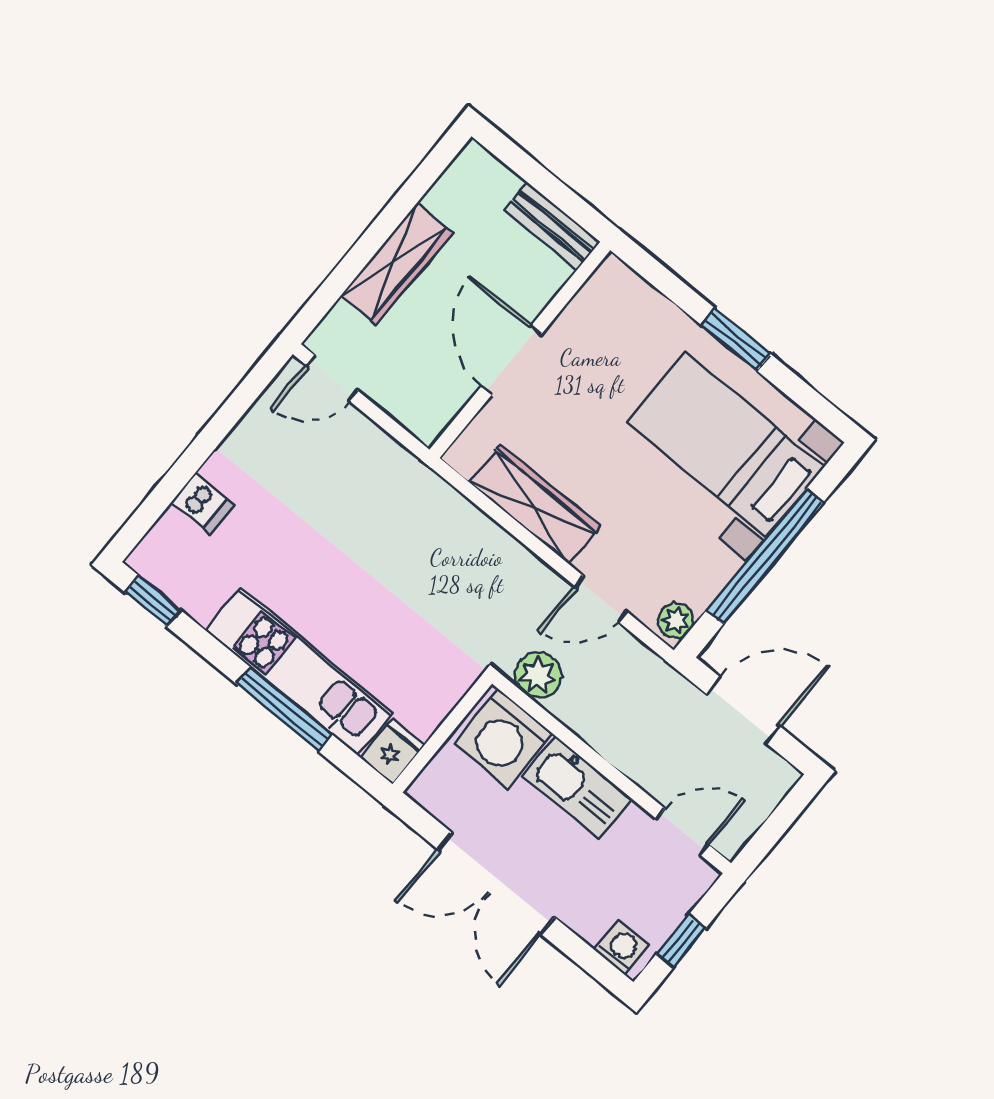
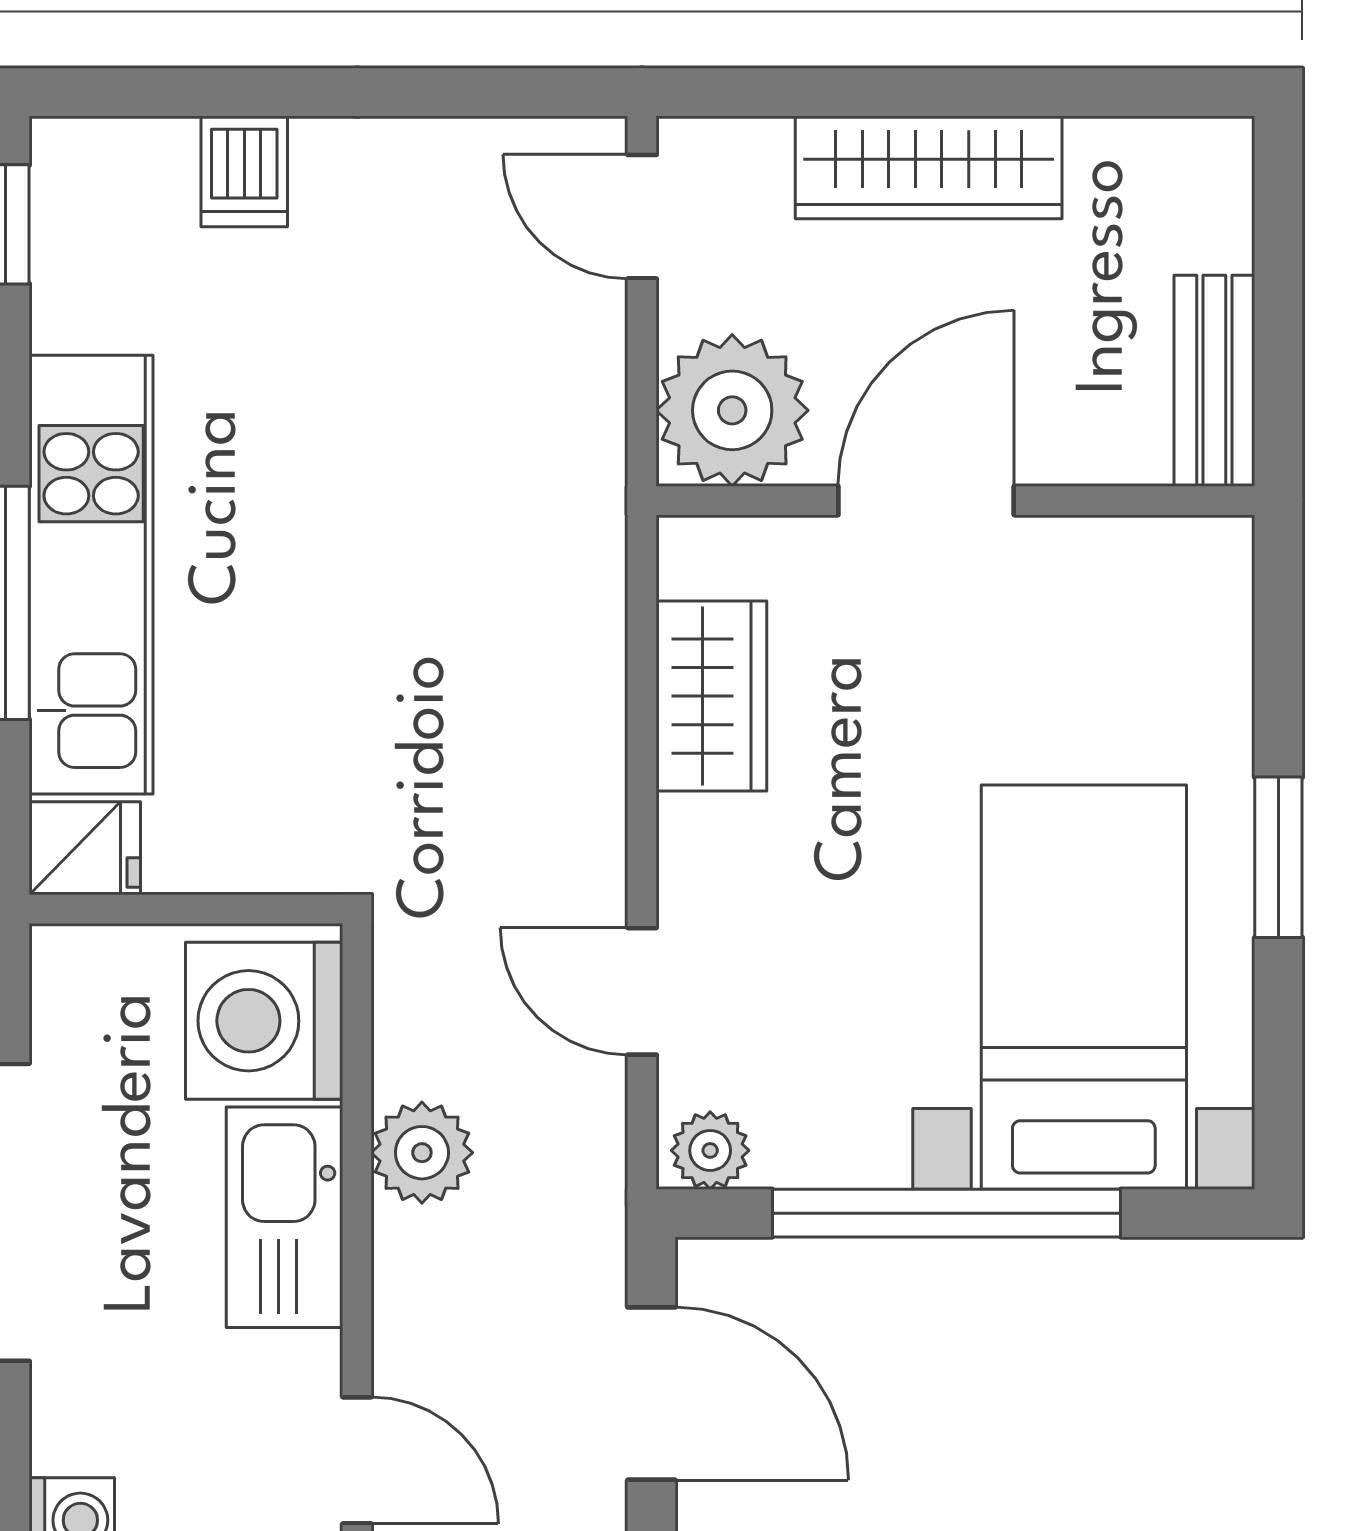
plant: (425, 402) -> (732, 410), added
wardrobe: (535, 504) -> (711, 696), width x0.67
plant: (538, 675) -> (422, 1153), moved

